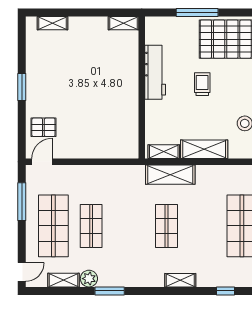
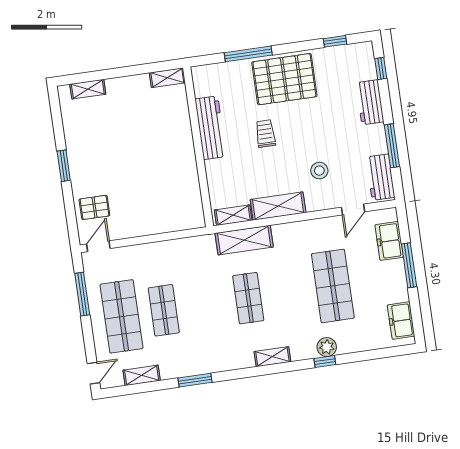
plant: (89, 279) -> (327, 347), moved

